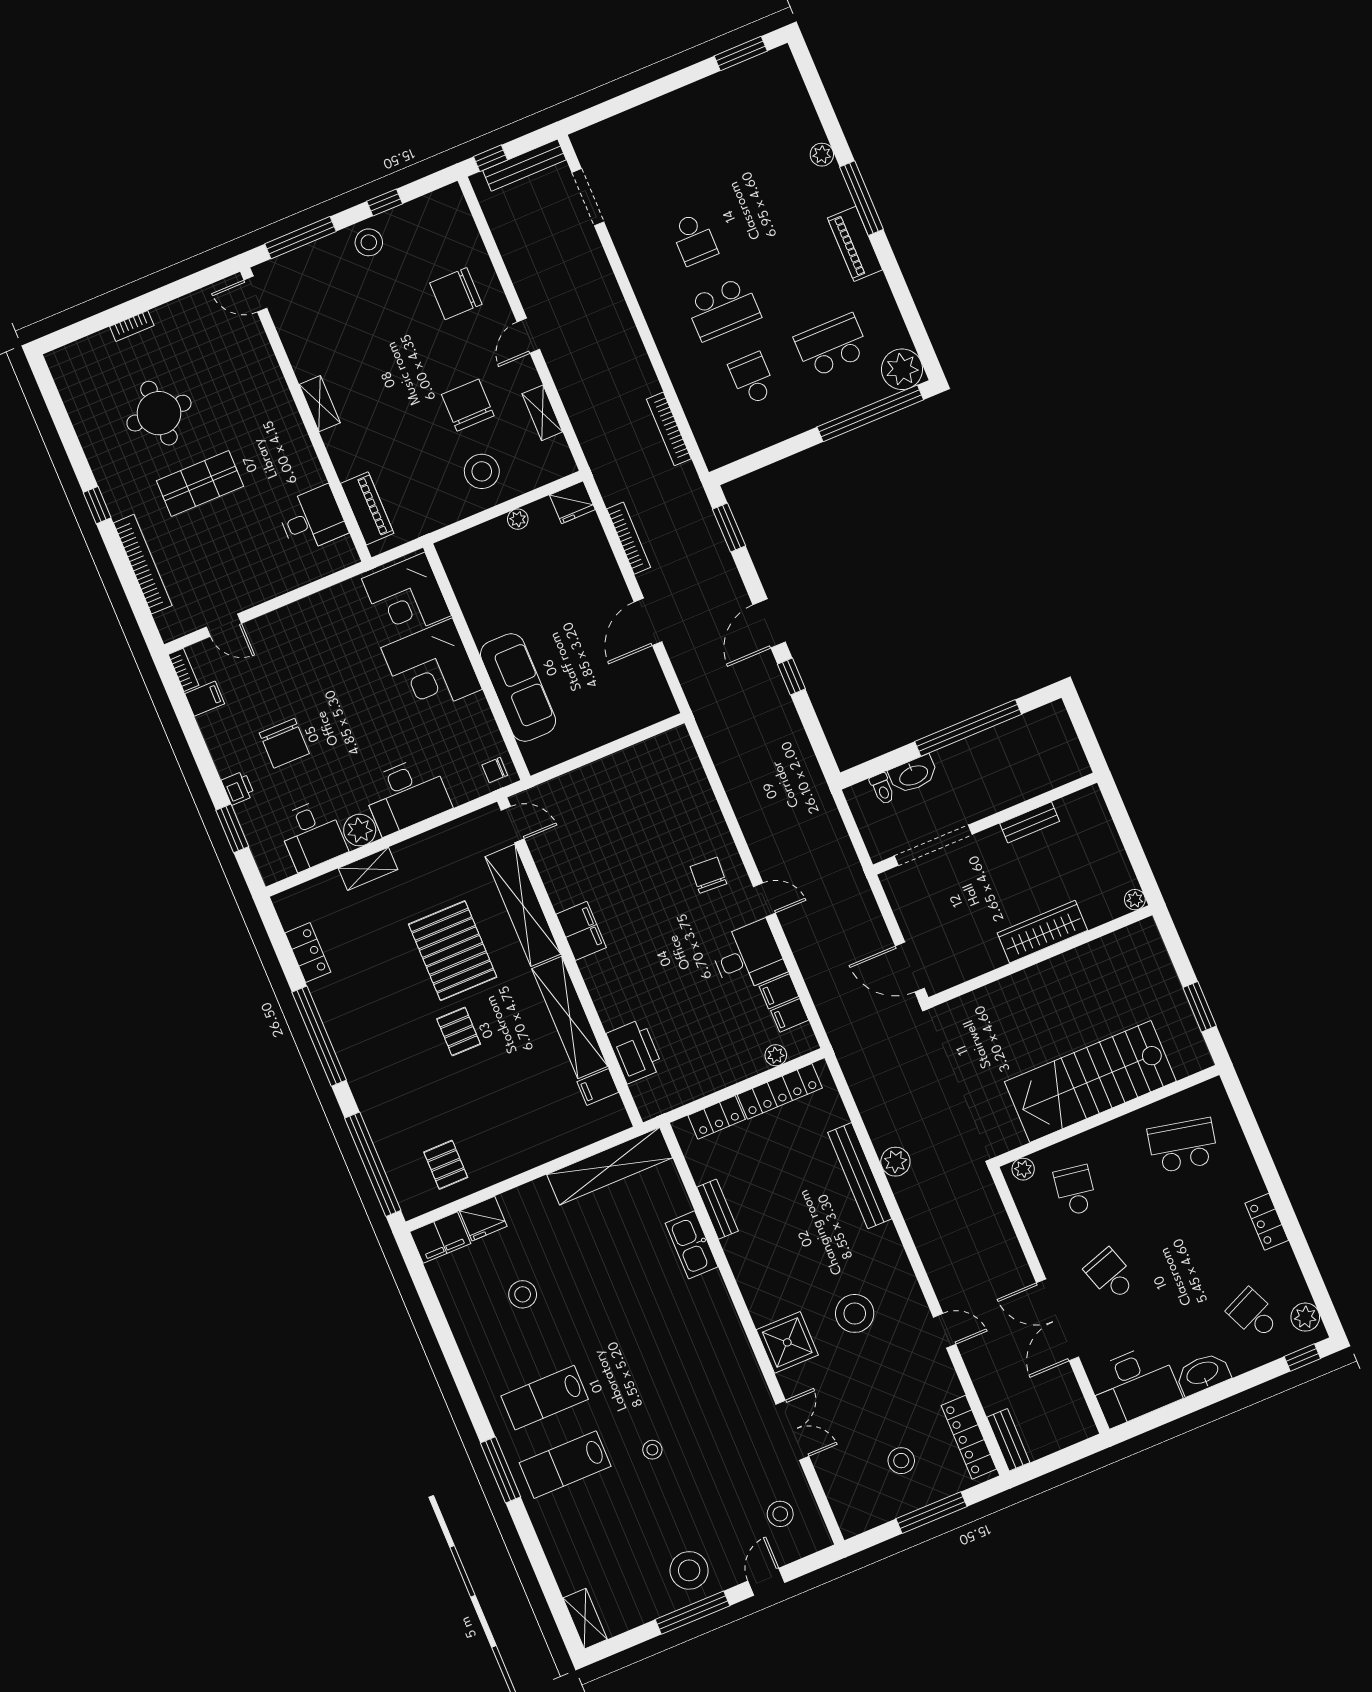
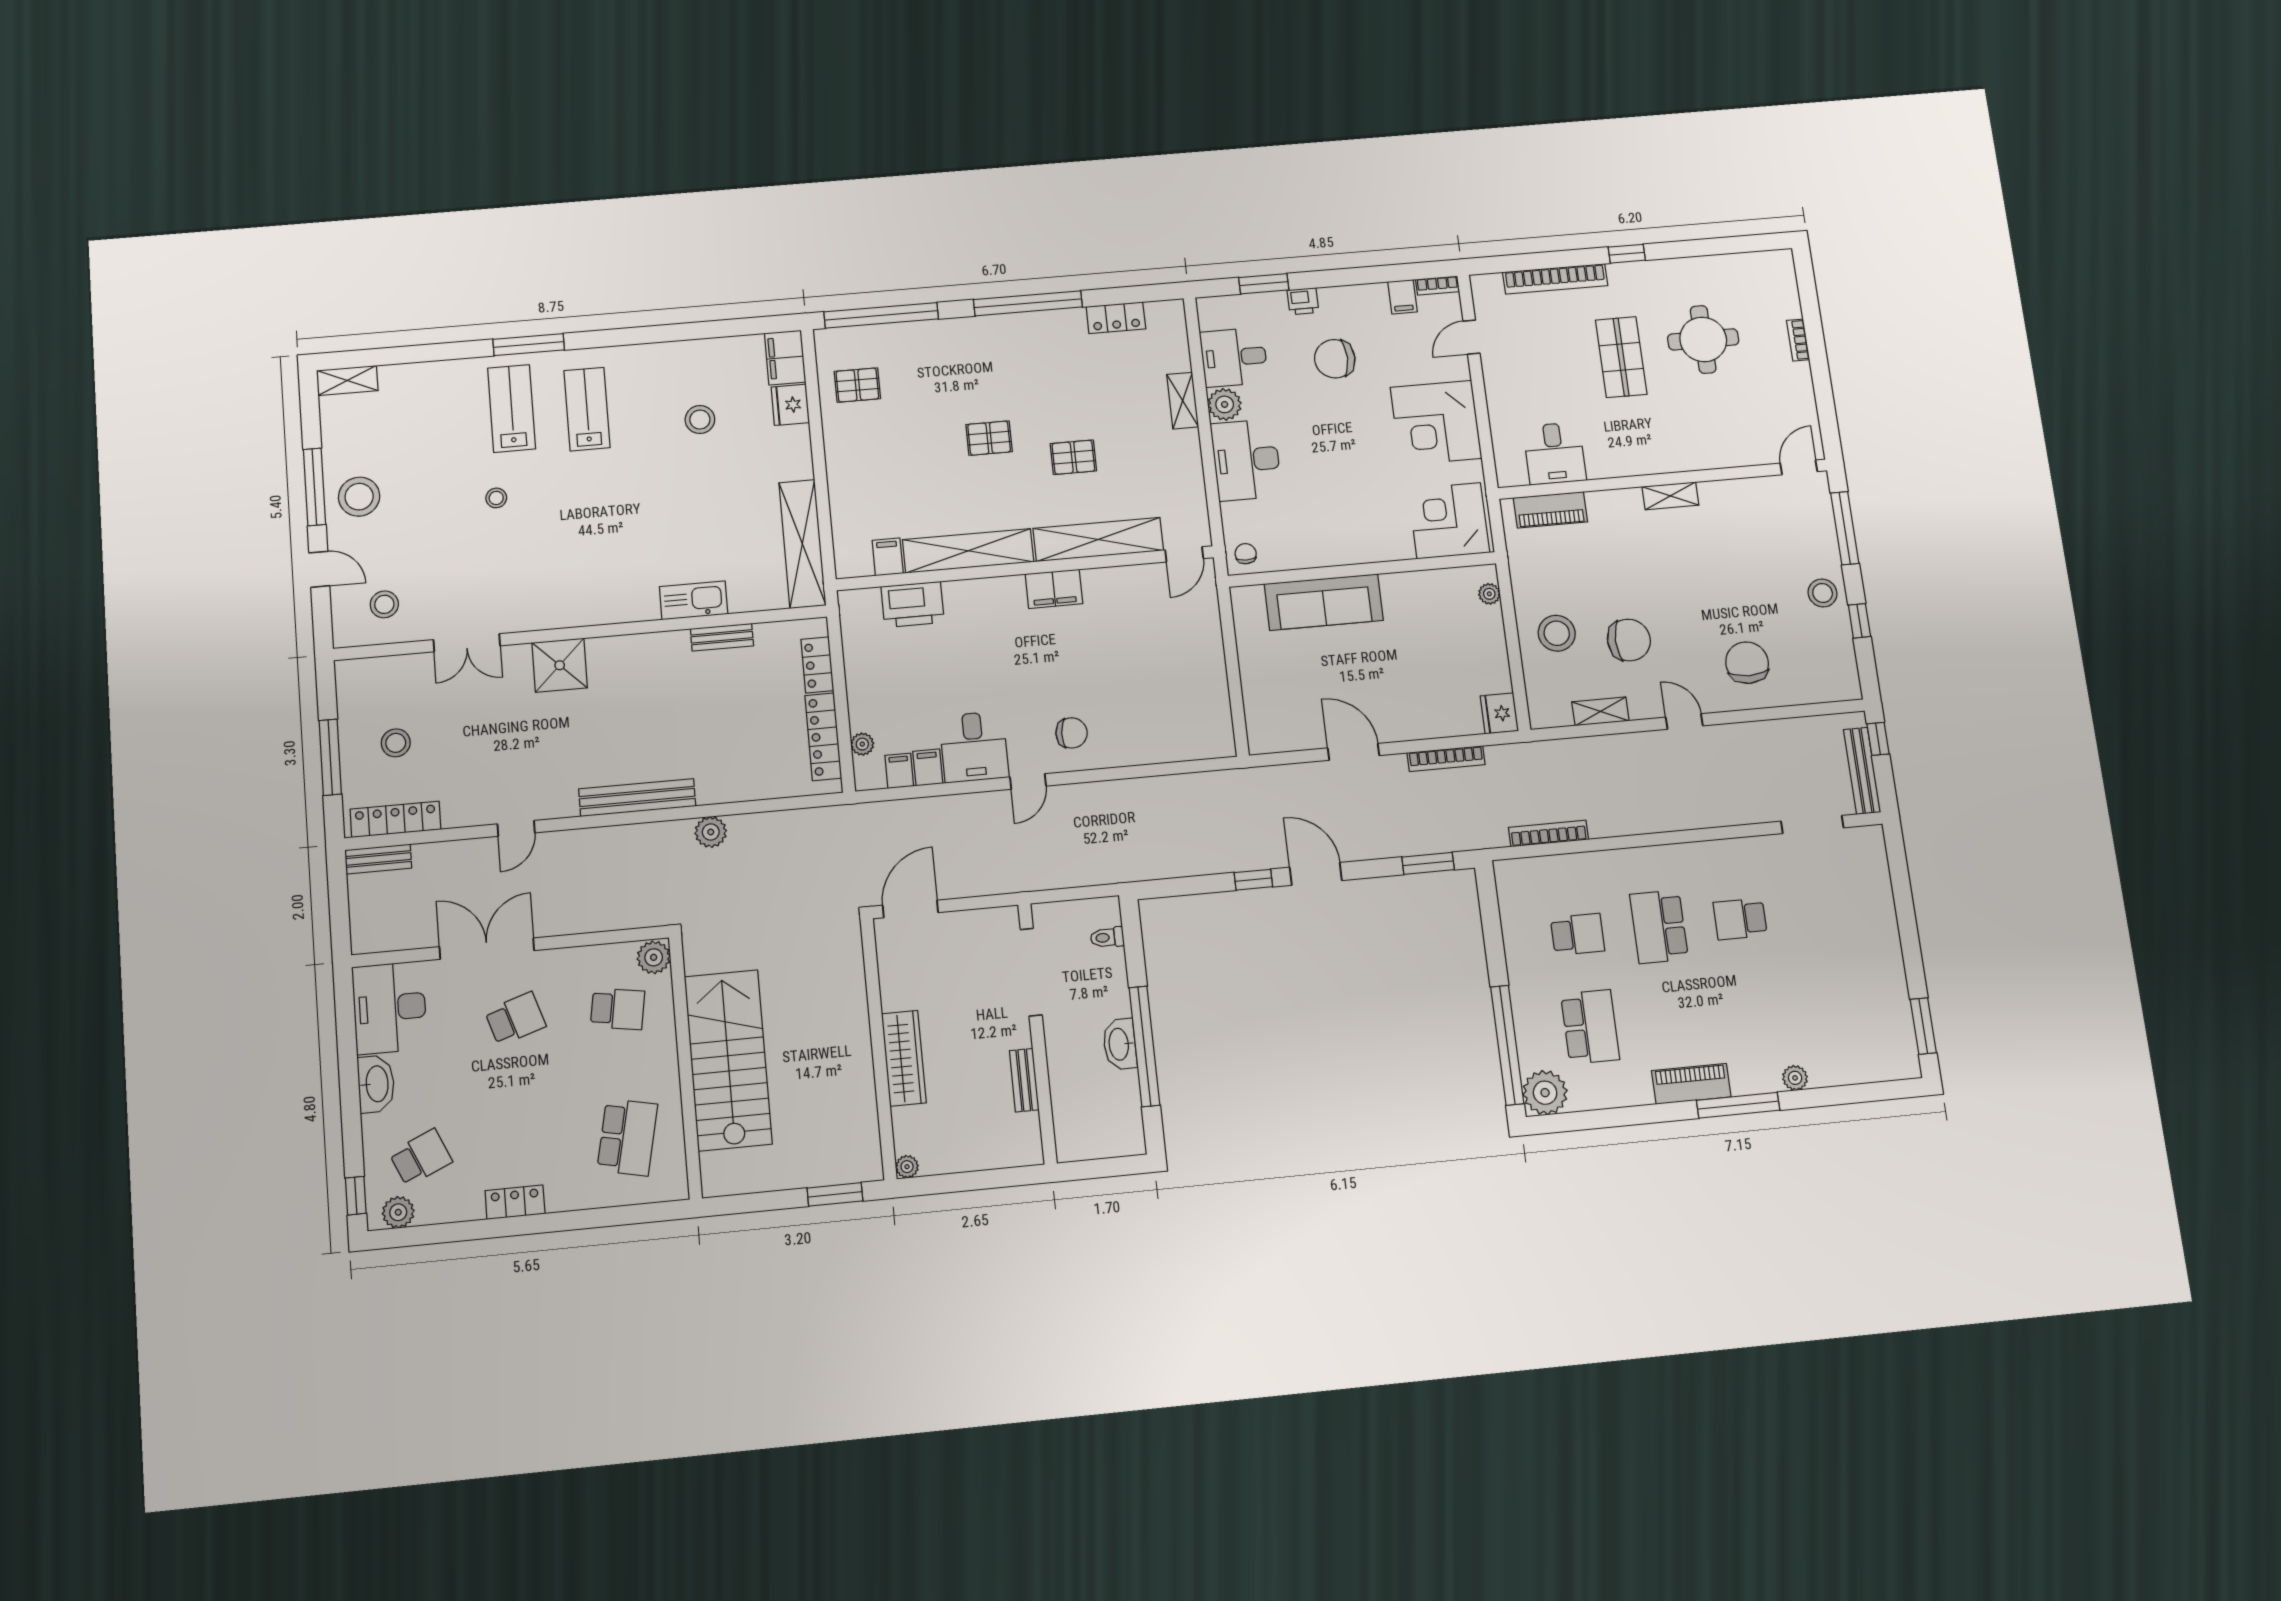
plant: (518, 519) -> (1489, 594), moved
corner desk: (432, 669) -> (1436, 423), moved, turned -90
washbasin: (913, 775) -> (1120, 1044), moved
pallet: (453, 951) -> (1073, 457), width x0.49, depth x0.50
window: (1200, 1007) -> (835, 1194), moved
plant: (1023, 1169) -> (654, 957), width x1.38, depth x1.38
bench: (860, 1176) -> (637, 798), moved
stool: (855, 1313) -> (566, 742), removed

